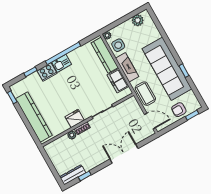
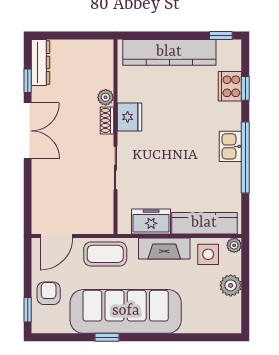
plant: (138, 20) -> (231, 285), moved
cooker: (47, 72) -> (230, 86), moved
double door: (124, 154) -> (28, 131), moved

